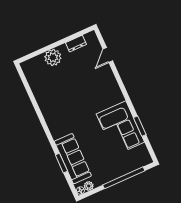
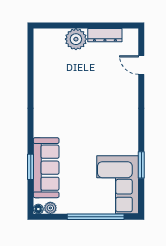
dresser: (76, 44) -> (105, 35), width x1.44
door: (108, 55) -> (141, 65), hinge flipped
corner sofa: (120, 128) -> (118, 185), moved

